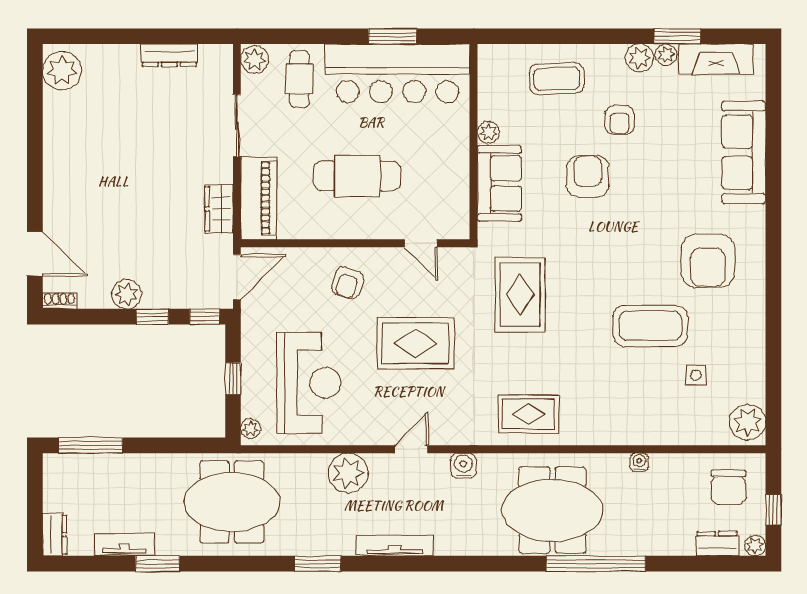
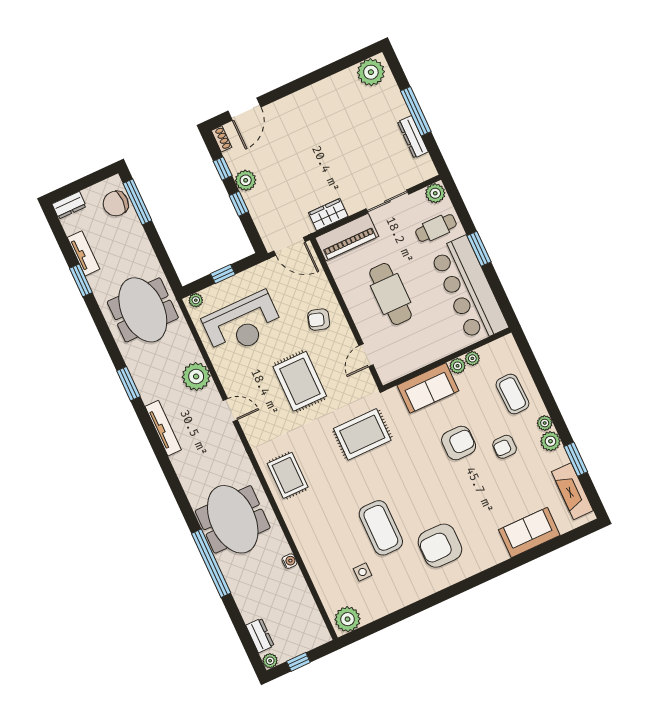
window: (138, 36) -> (416, 111), added
window: (392, 36) -> (479, 249), moved
plant: (666, 55) -> (545, 423), moved
plant: (488, 109) -> (472, 358), added
sofa: (744, 152) -> (529, 533), width x0.73
window: (205, 317) -> (223, 168), moved
water cooler: (463, 466) -> (235, 449), removed
chair: (729, 487) -> (116, 204), moved

